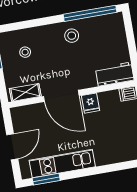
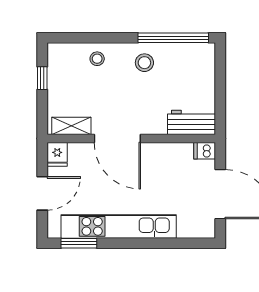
stool: (25, 52) -> (97, 59), moved
fridge: (90, 103) -> (57, 154), moved
kitchen unit: (62, 163) -> (119, 226), width x1.36

